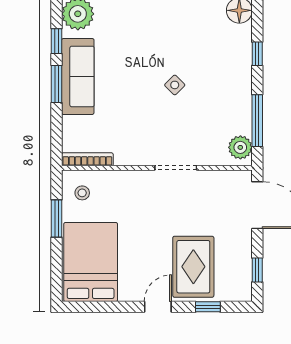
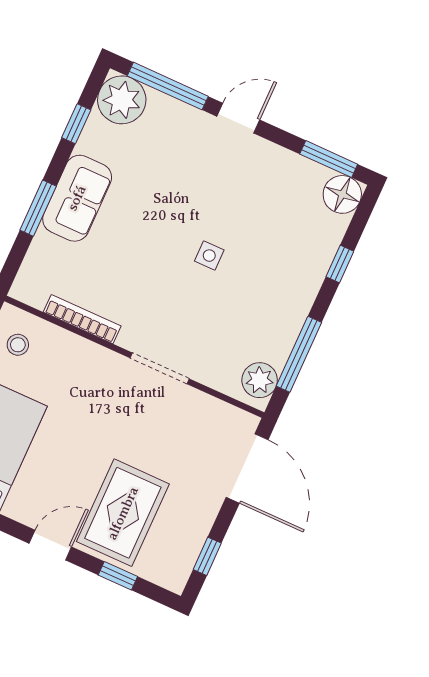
sofa: (78, 76) -> (77, 198), width x0.73
window: (57, 84) -> (38, 208), moved
side table: (175, 85) -> (209, 256), turned 45
bookcase: (87, 159) -> (82, 319), moved

